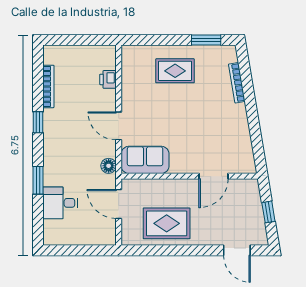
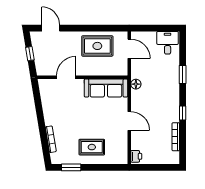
printer: (108, 79) -> (136, 156), moved
door: (119, 126) -> (129, 121), moved
sofa: (145, 160) -> (106, 88), width x1.36
desk: (60, 203) -> (168, 43), moved, turned -90
door: (119, 204) -> (129, 49), moved

